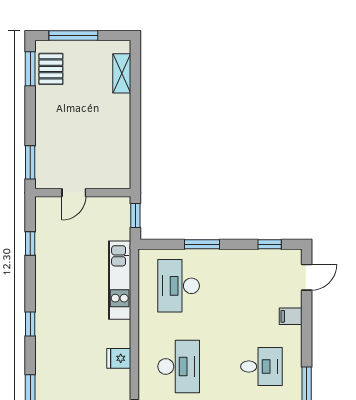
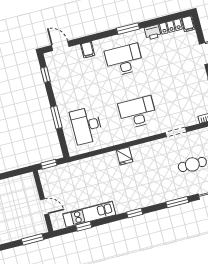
kitchen unit: (120, 280) -> (89, 214), moved, turned 180
desk: (179, 286) -> (86, 125), turned 90
fridge: (119, 358) -> (125, 156), moved
desk: (262, 366) -> (124, 60), width x1.37

